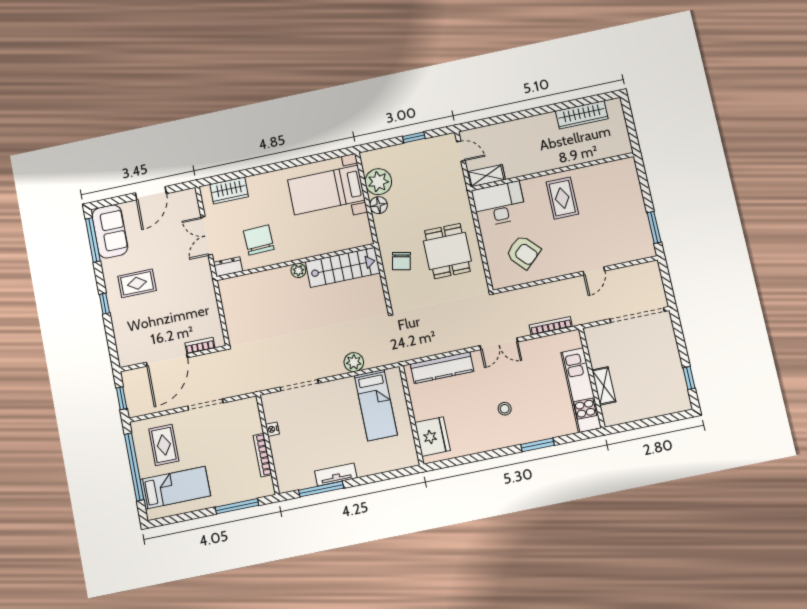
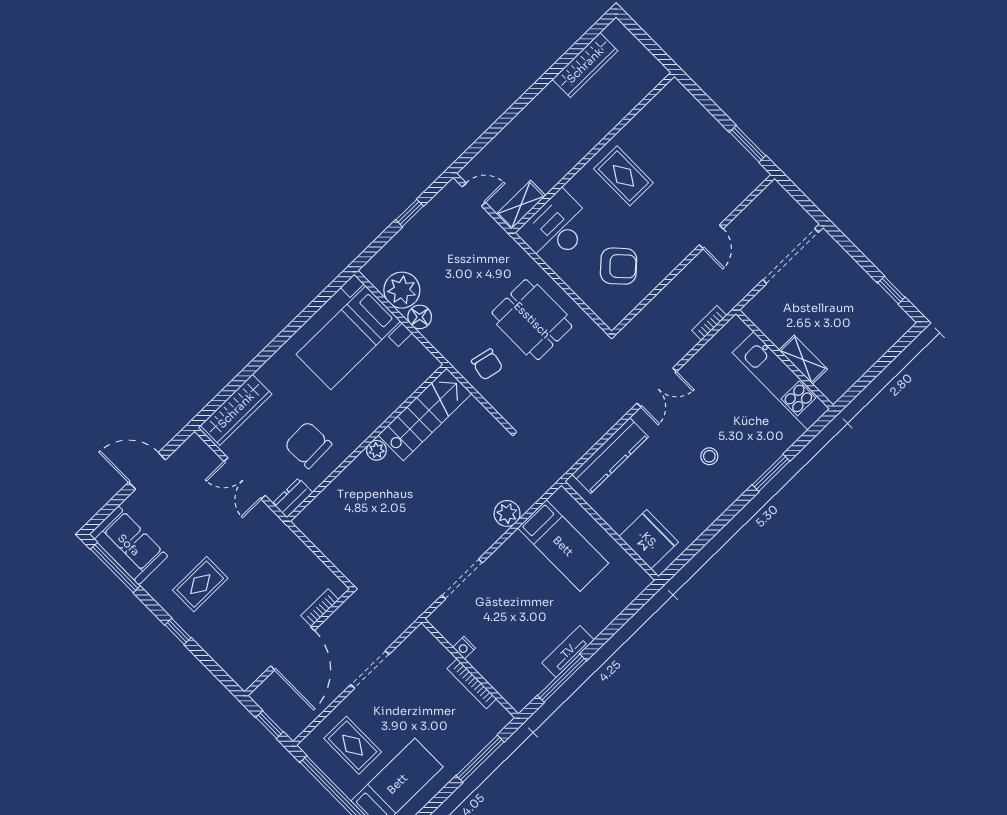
wardrobe: (229, 190) -> (236, 410), width x1.50
door: (151, 193) -> (147, 471), swing flipped
bookcase: (551, 326) -> (709, 323), width x0.64

